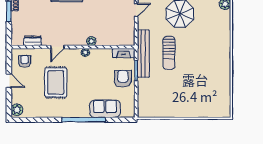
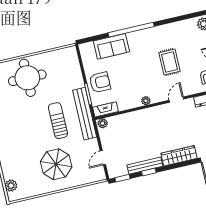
plant: (91, 41) -> (103, 123), moved
armchair: (123, 79) -> (100, 82), turned -90
rug: (56, 82) -> (169, 62), width x0.73, depth x0.70
round table: (188, 98) -> (27, 78), added

